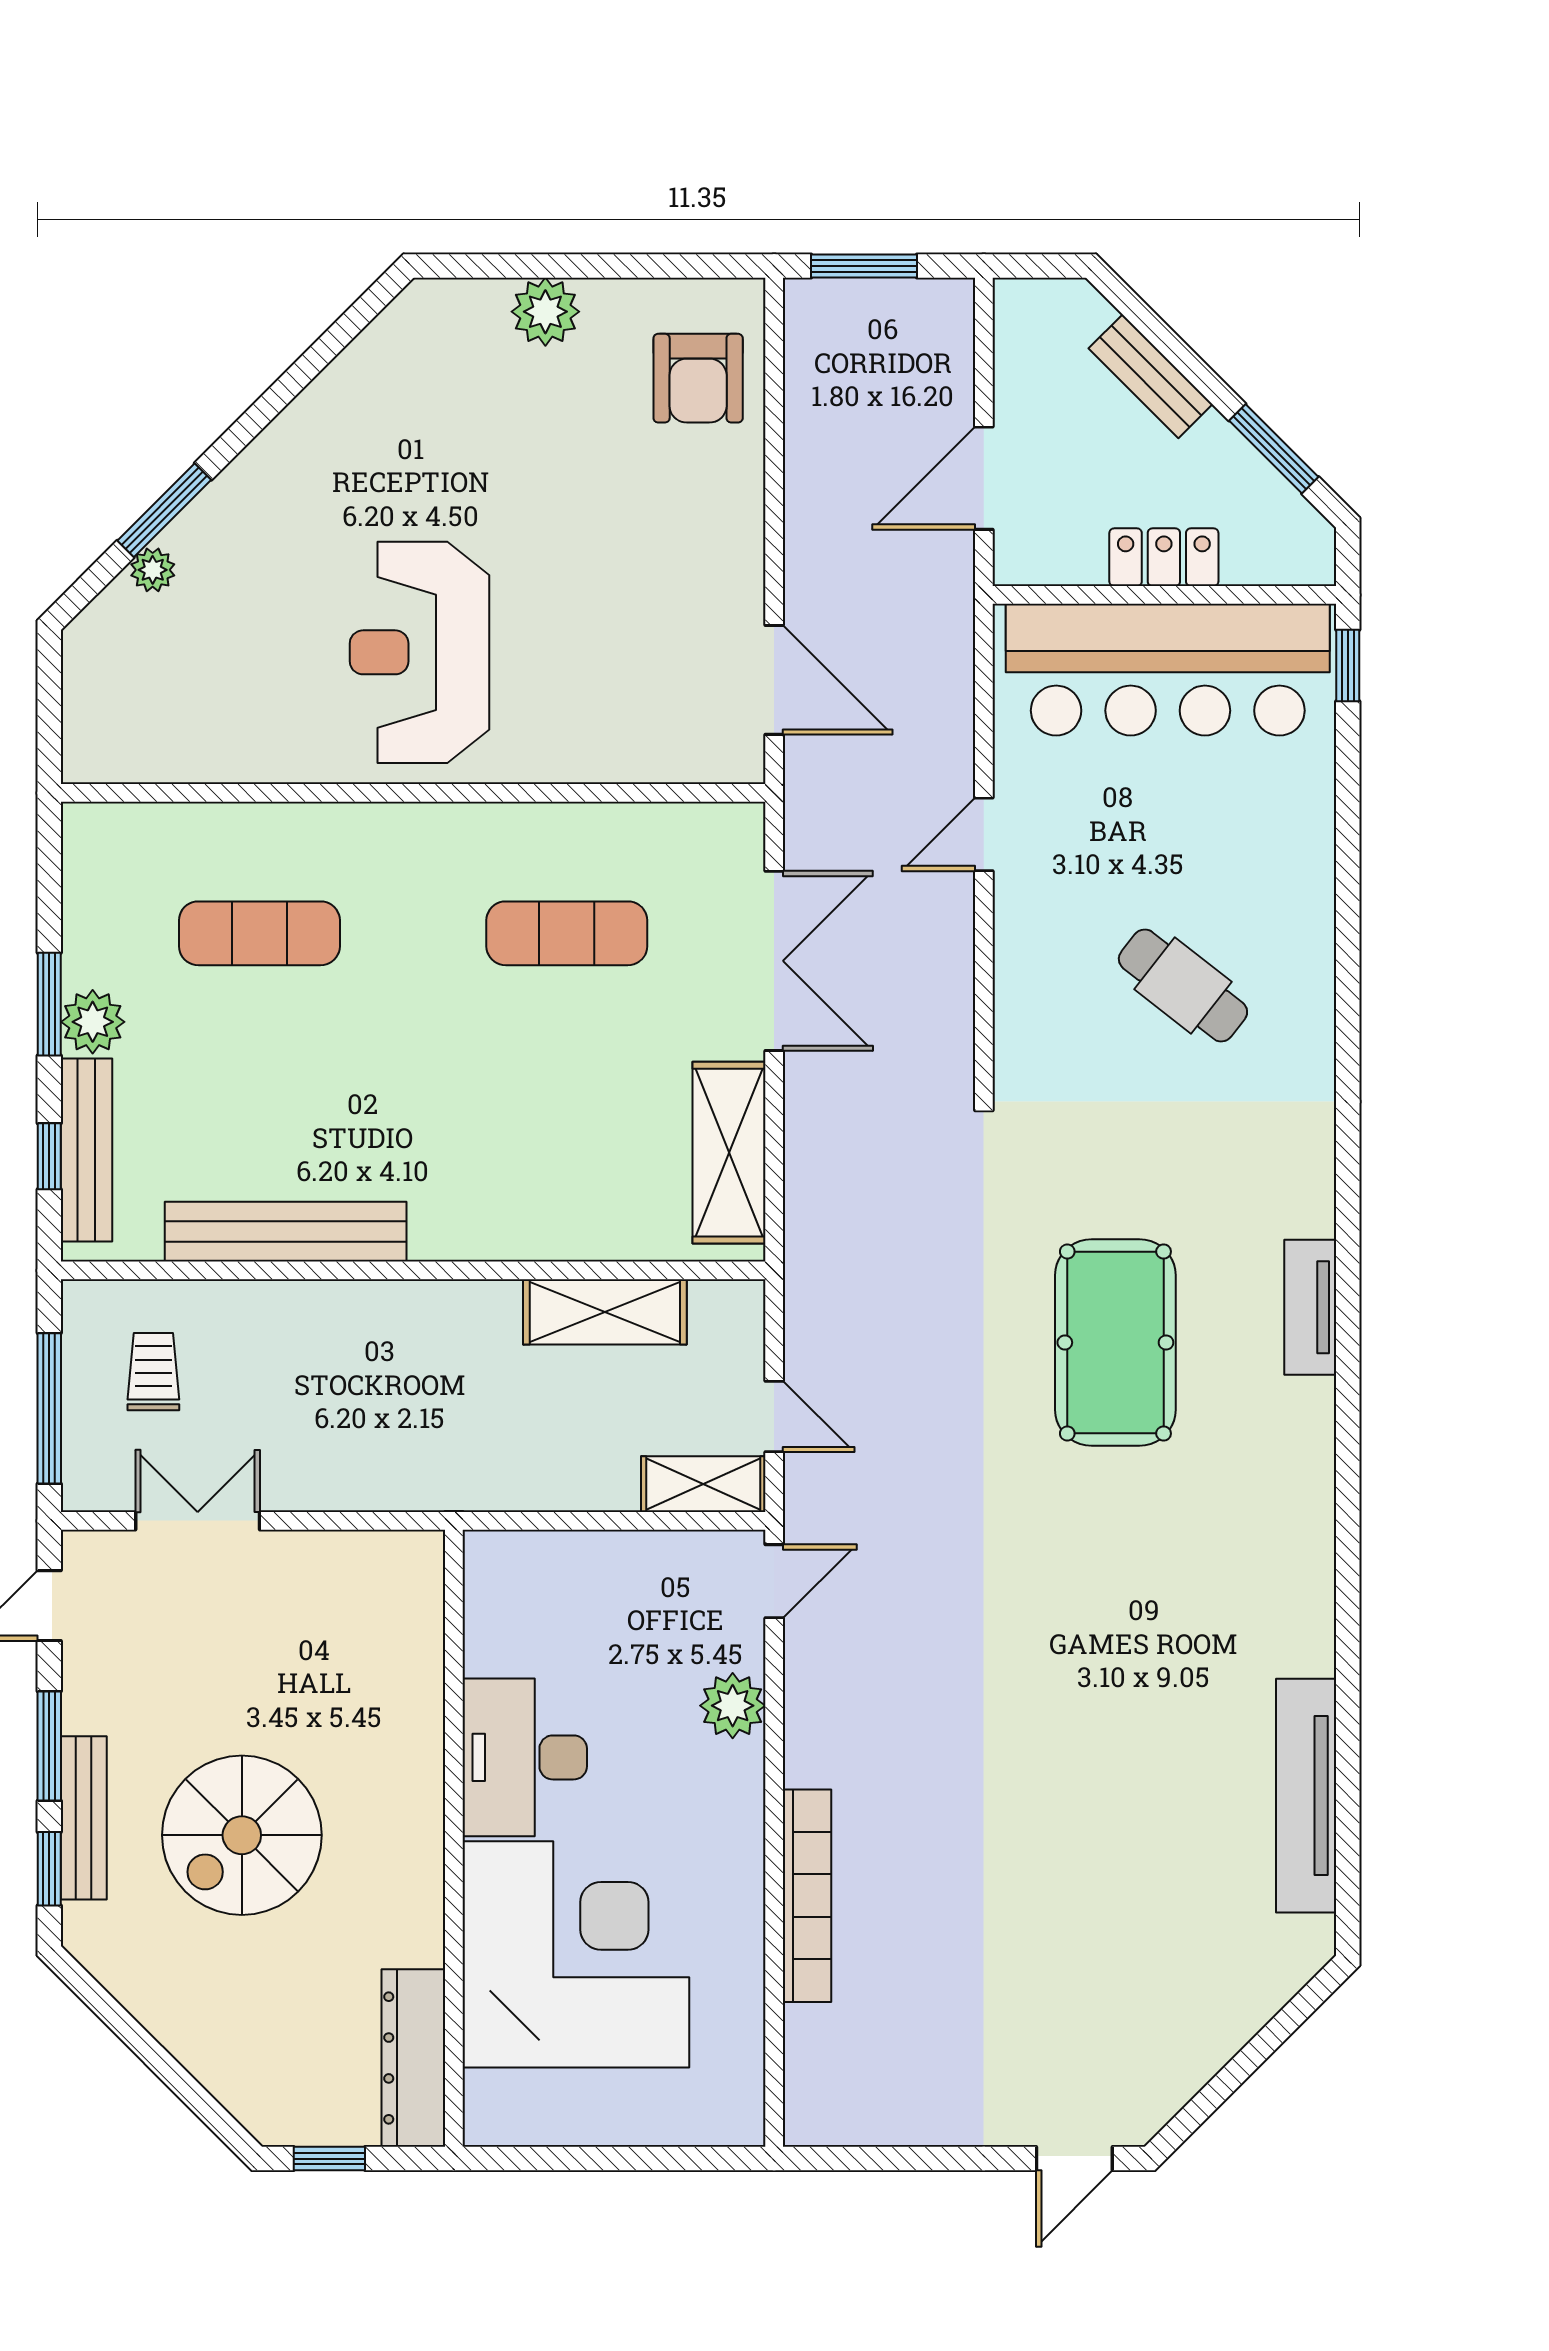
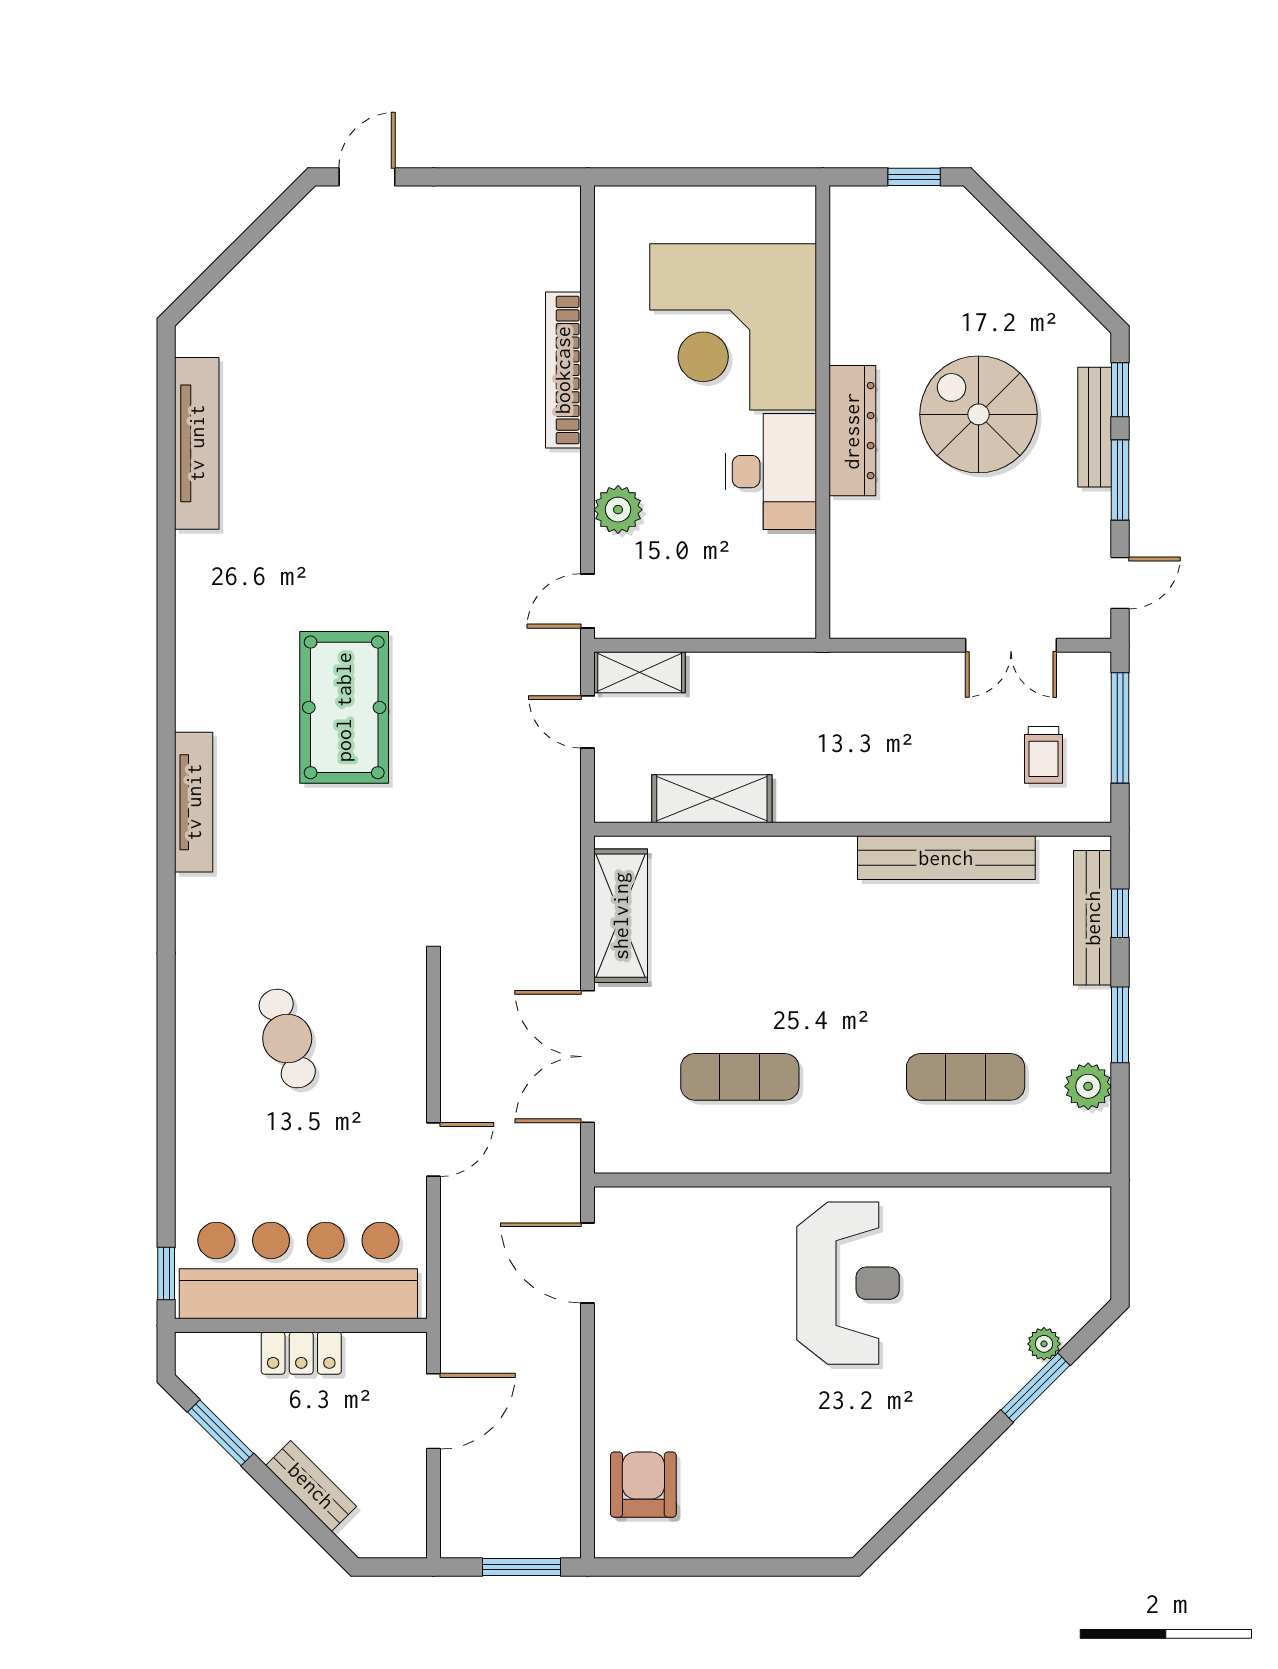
plant: (545, 312) -> (756, 1533), removed
cafe table: (1183, 985) -> (287, 1039), turned 34
plant: (93, 1022) -> (1088, 1086), moved
tv unit: (1310, 1307) -> (194, 802), width x1.41
pool table: (1115, 1342) -> (344, 707), moved
spiral stairs: (242, 1835) -> (979, 414), turned -90
dresser: (413, 2058) -> (852, 431), moved

